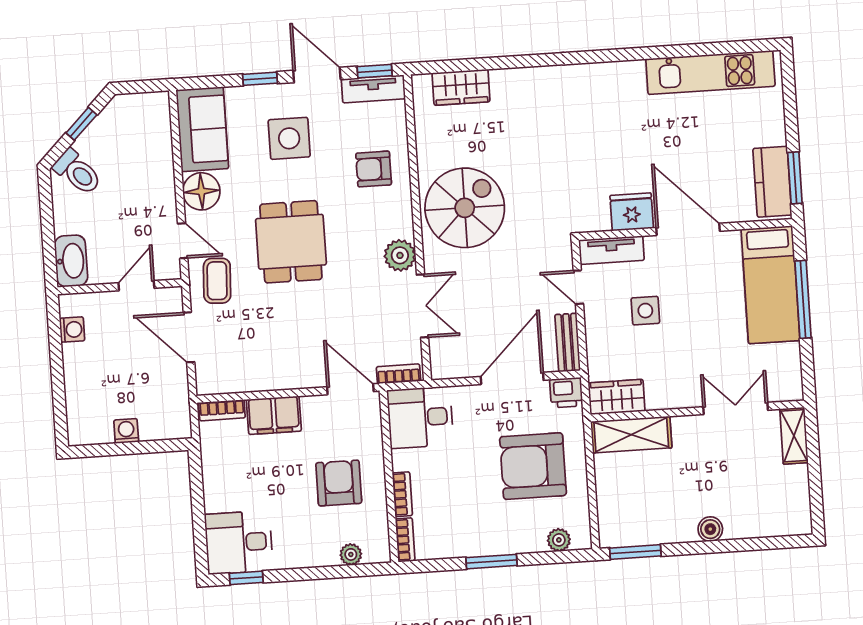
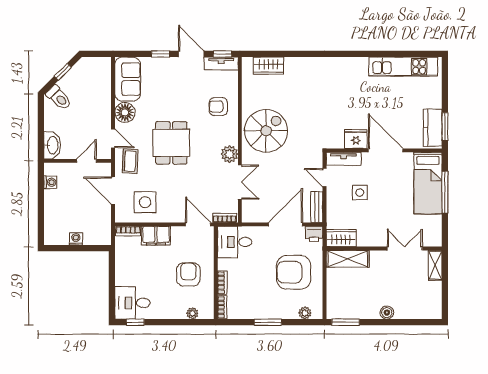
side table: (289, 138) -> (145, 202), moved

